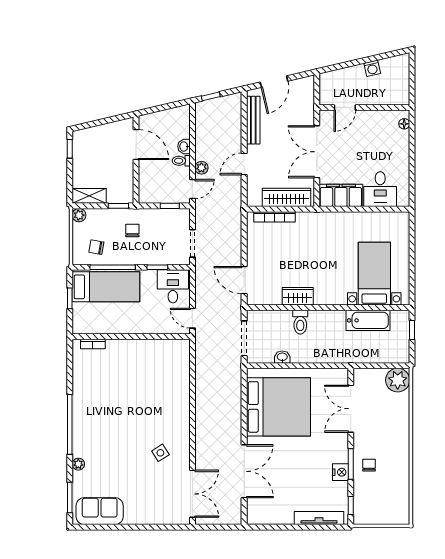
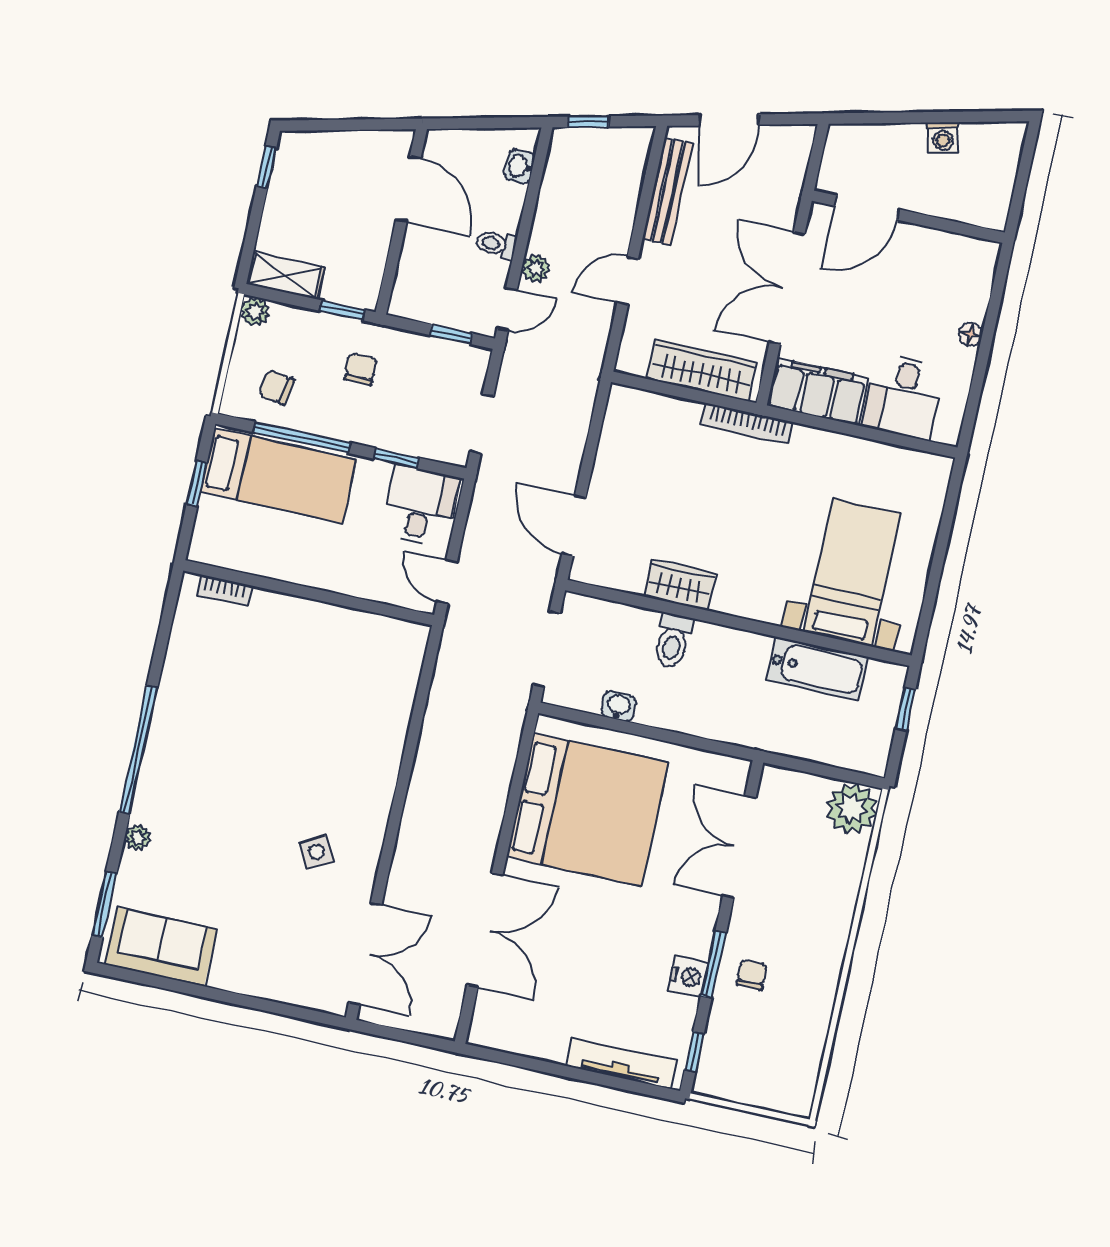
door: (345, 107) -> (867, 208), width x1.38
floor lamp: (404, 124) -> (971, 334), moved
washbasin: (184, 146) -> (520, 166), moved
bookcase: (275, 217) -> (747, 424), moved

